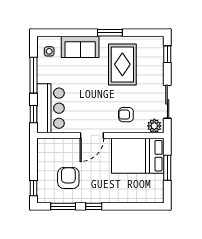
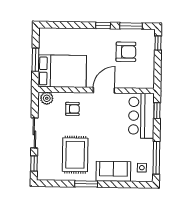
window: (33, 75) -> (156, 158), moved
sliding door: (167, 102) -> (34, 133), moved
armchair: (68, 178) -> (126, 52), turned -90

